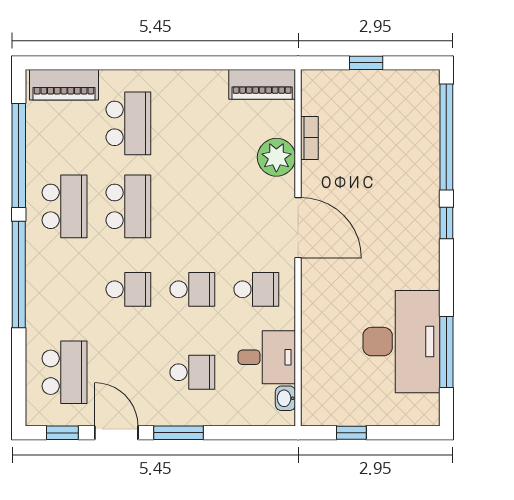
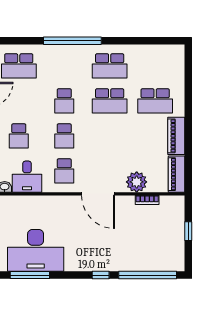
piano: (64, 85) -> (176, 136), moved
window: (19, 156) -> (138, 41), removed
door: (298, 228) -> (98, 194), hinge flipped

